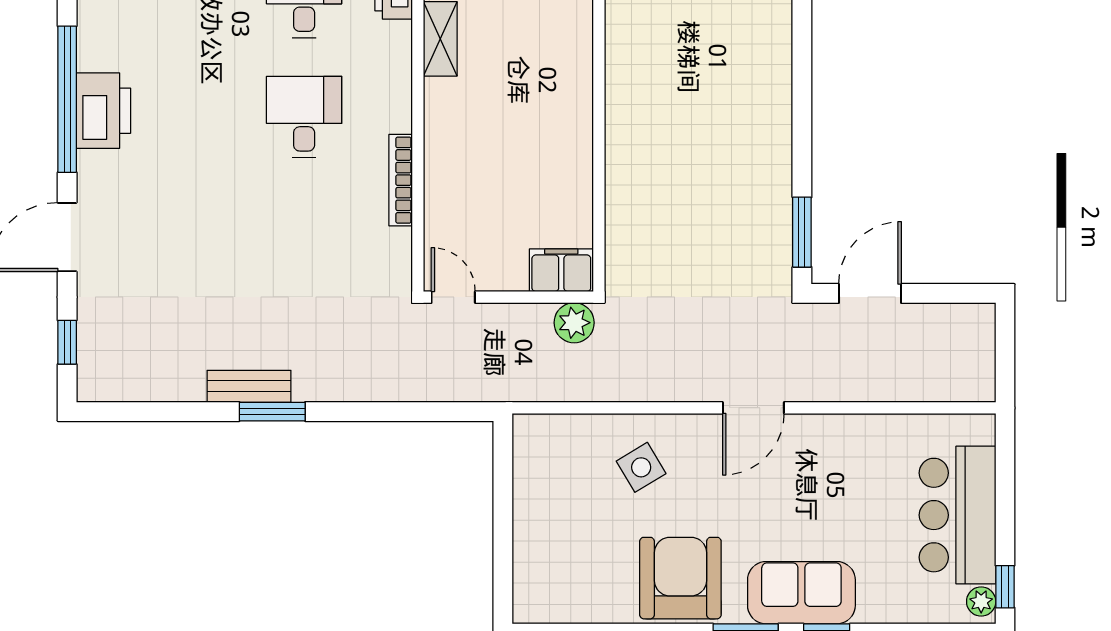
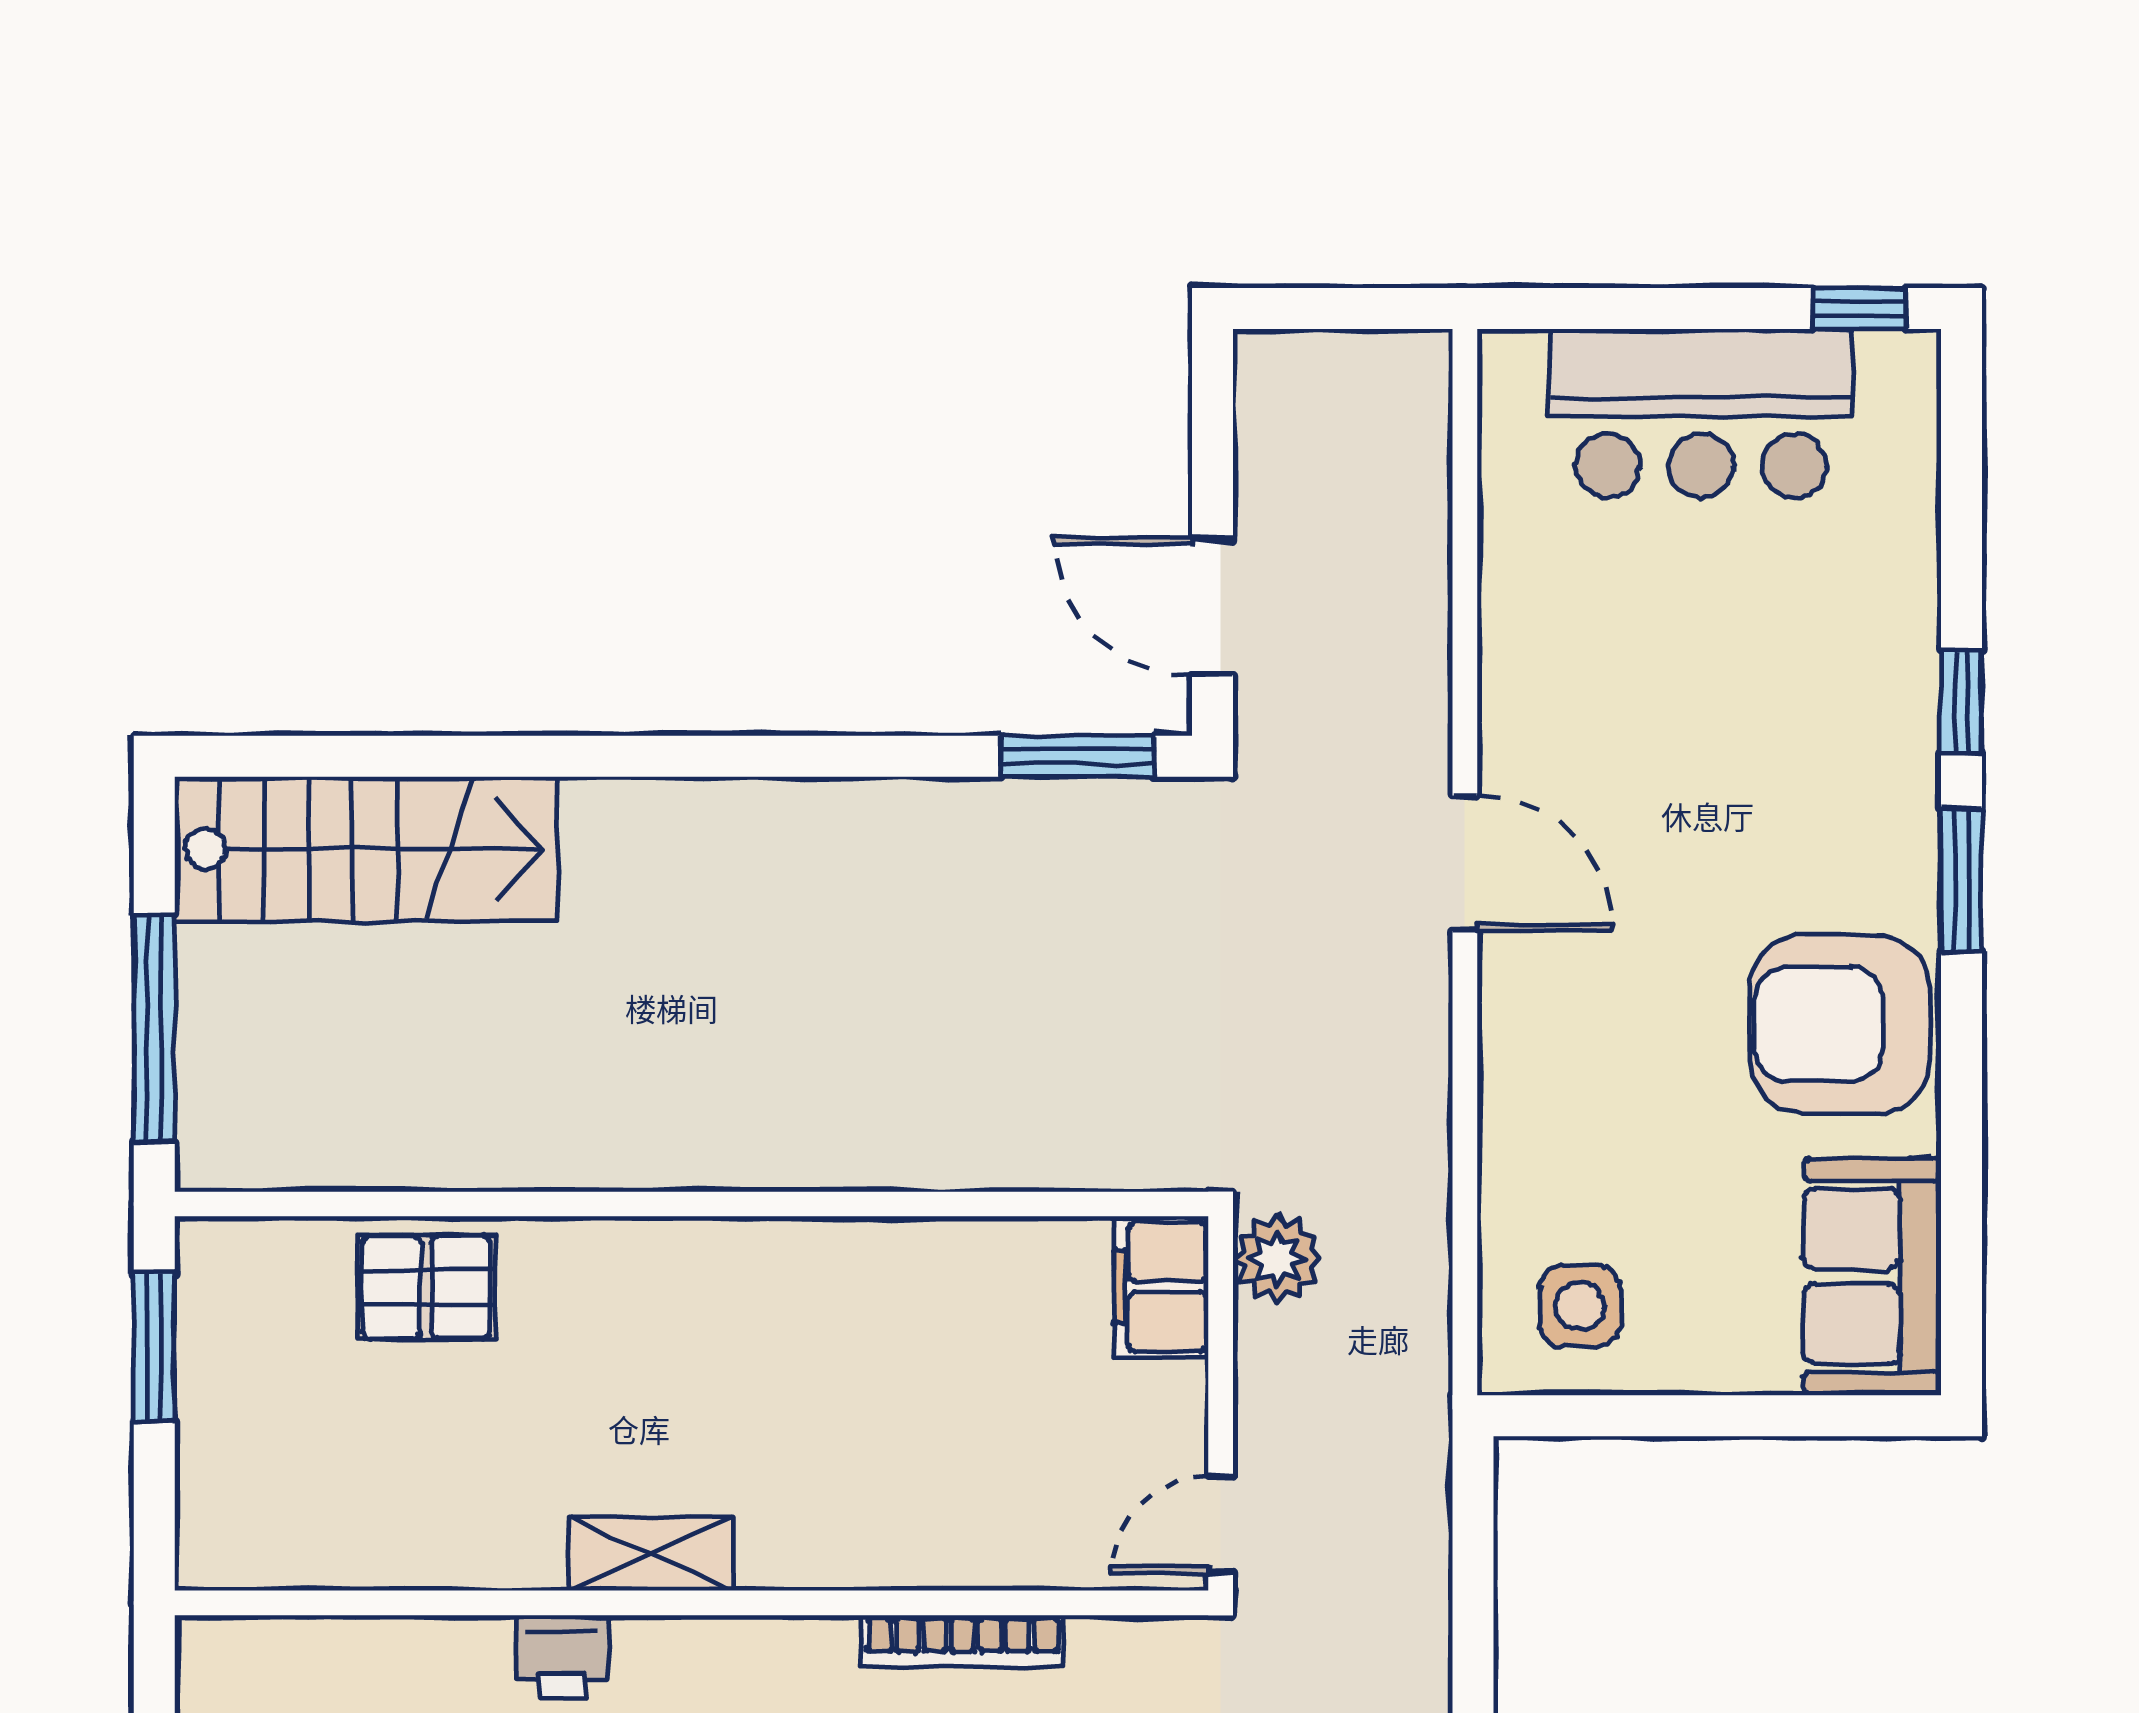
side table: (641, 467) -> (1580, 1306), moved, turned 31
sofa: (801, 593) -> (1872, 1276), moved
plant: (981, 602) -> (1892, 361), removed

